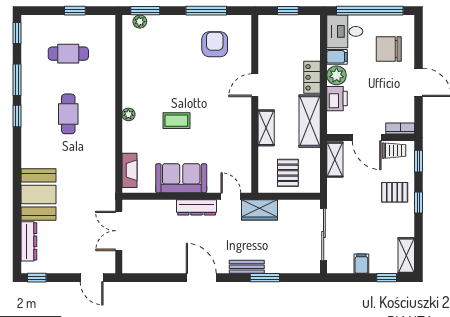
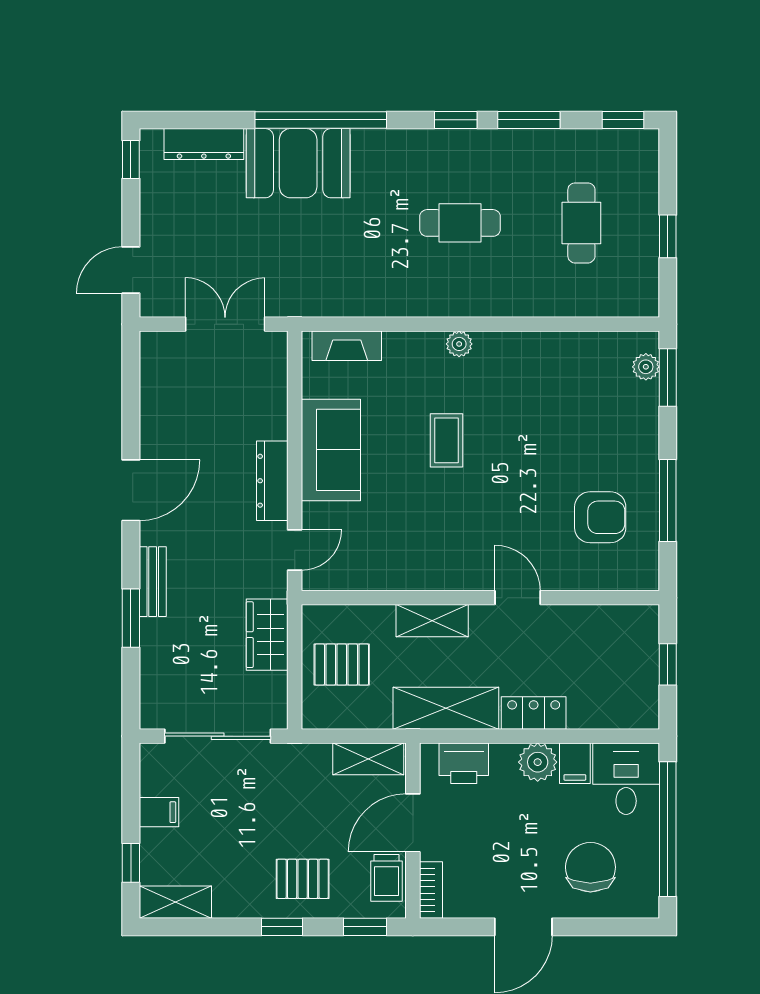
printer: (337, 99) -> (464, 763), moved
window: (17, 183) -> (321, 120), added
pallet: (395, 192) -> (303, 879), turned 90
wardrobe: (260, 210) -> (267, 635), moved

